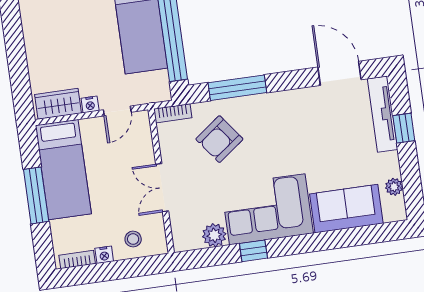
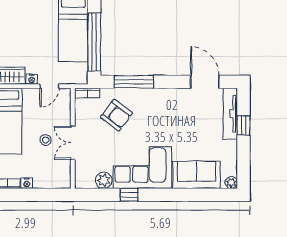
armchair: (219, 139) -> (117, 115), turned -106
plant: (394, 187) -> (231, 182), moved
stool: (133, 239) -> (46, 140), moved

